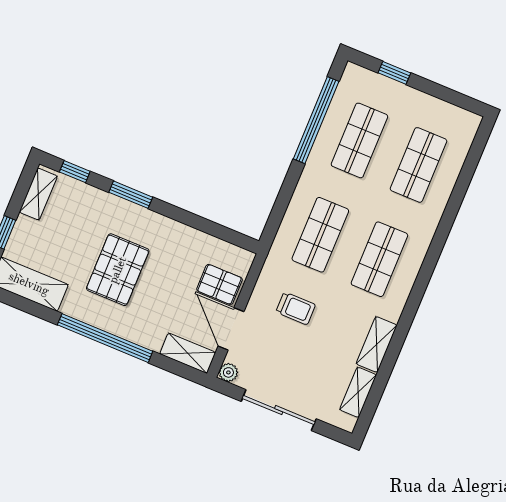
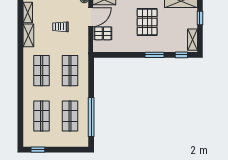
window: (394, 73) -> (38, 150), moved
trolley: (296, 308) -> (61, 27), moved
door: (231, 329) -> (91, 17), hinge flipped

